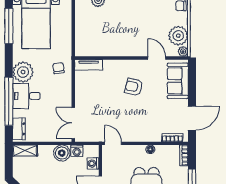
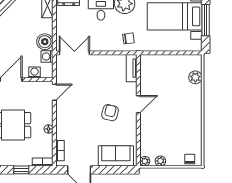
plant: (178, 36) -> (160, 161), width x0.53, depth x0.53
door: (157, 58) -> (138, 104), moved

